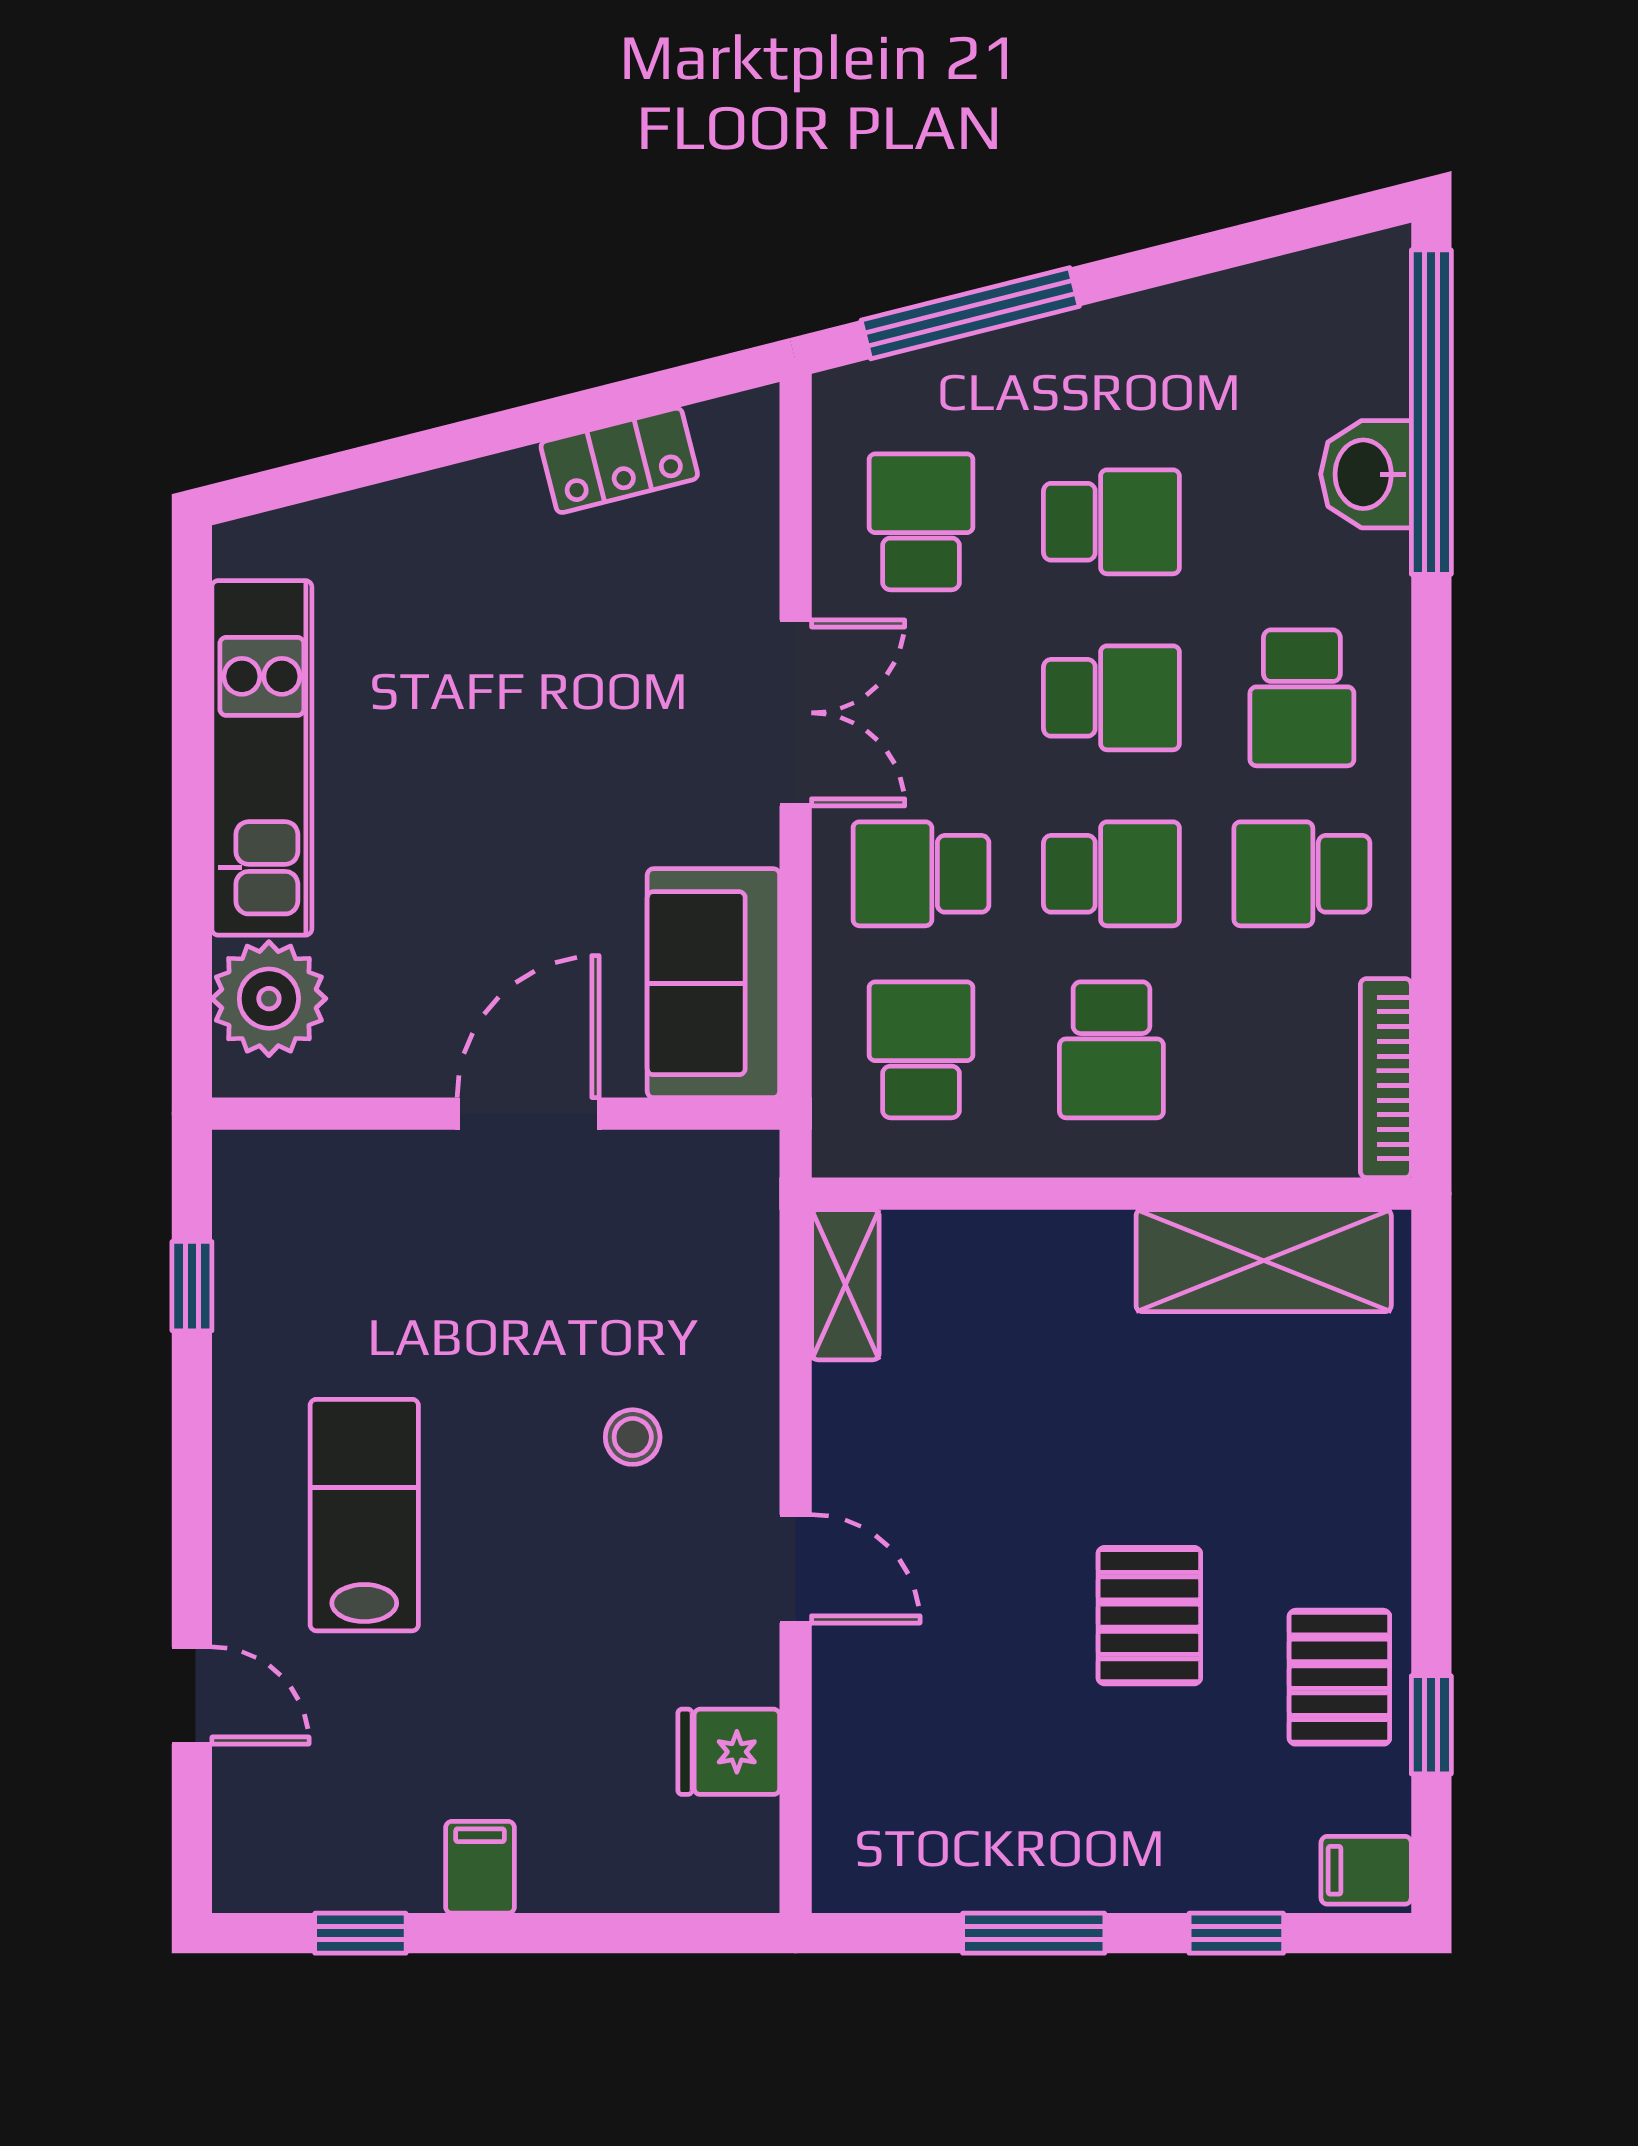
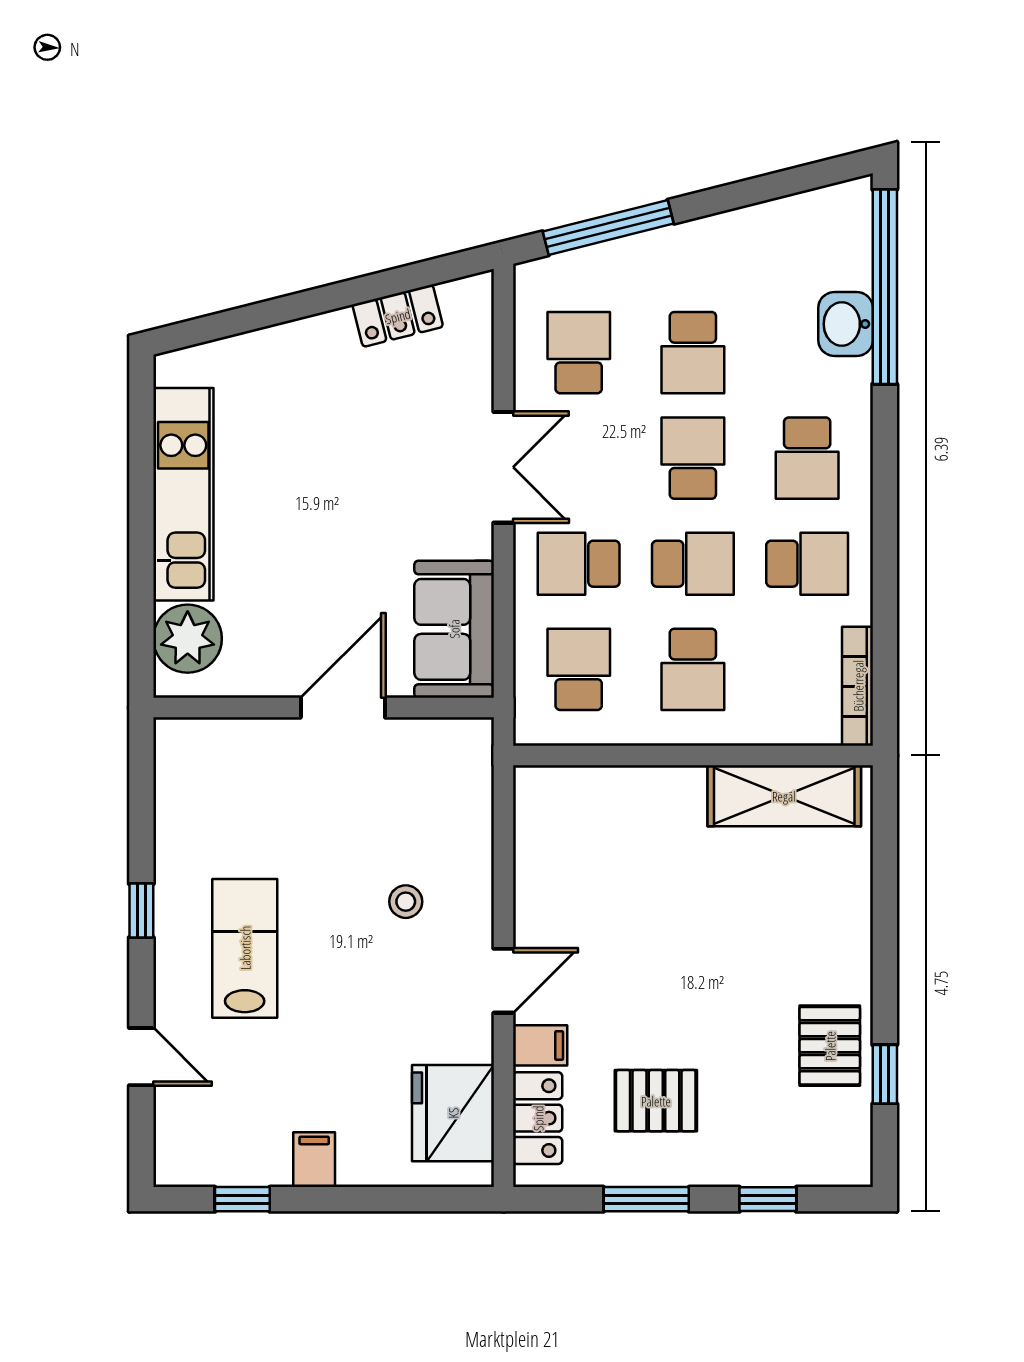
school desk: (1111, 522) -> (693, 353), turned 90
school desk: (1111, 698) -> (693, 458), turned -90
school desk: (1302, 874) -> (807, 564), turned 180
shelving: (845, 1285) -> (533, 810), removed
window: (192, 1286) -> (141, 911), moved
door: (796, 1569) -> (503, 981), hinge flipped
pallet: (1149, 1616) -> (656, 1101), moved, turned 90
fridge: (729, 1752) -> (453, 1113), width x1.88, depth x1.34
locker: (852, 1798) -> (538, 1118), added
filing cabinet: (1366, 1870) -> (540, 1045), moved, turned 180

